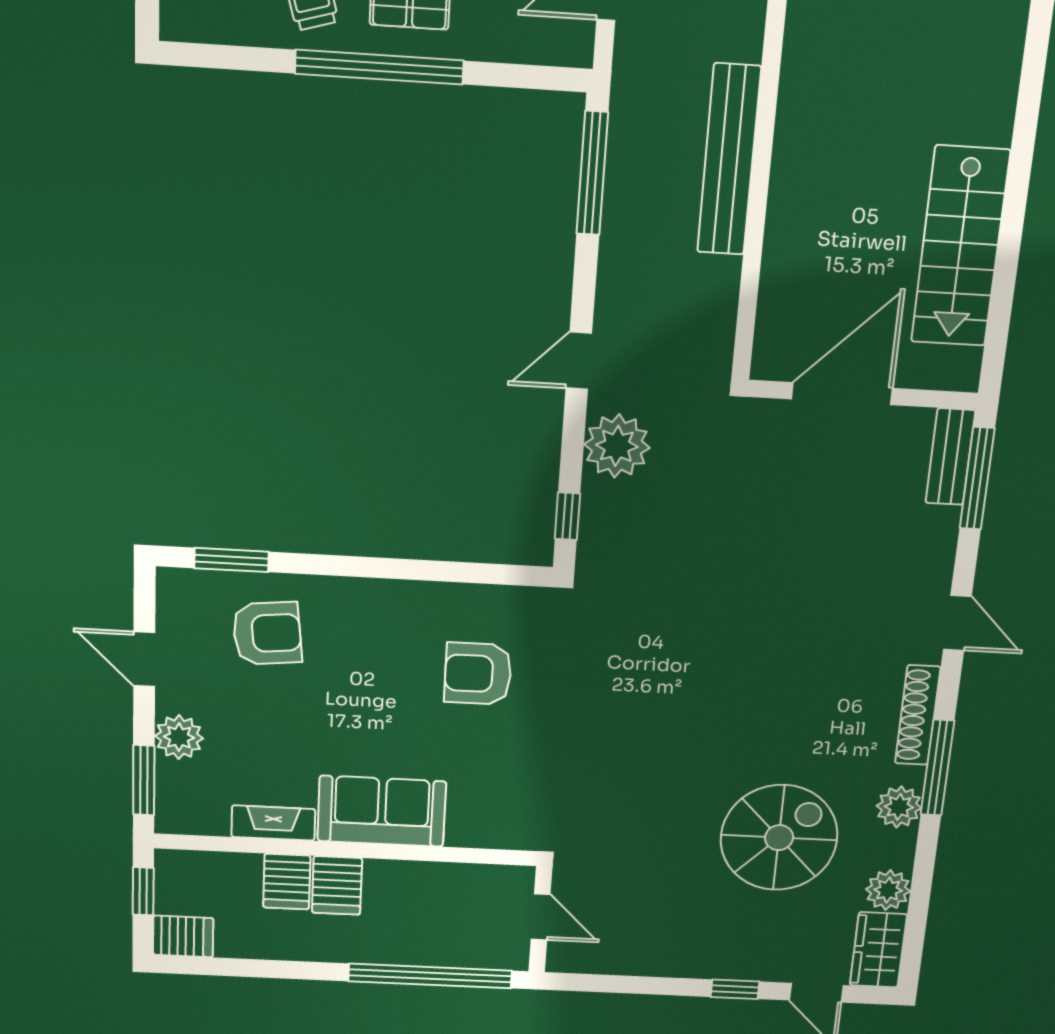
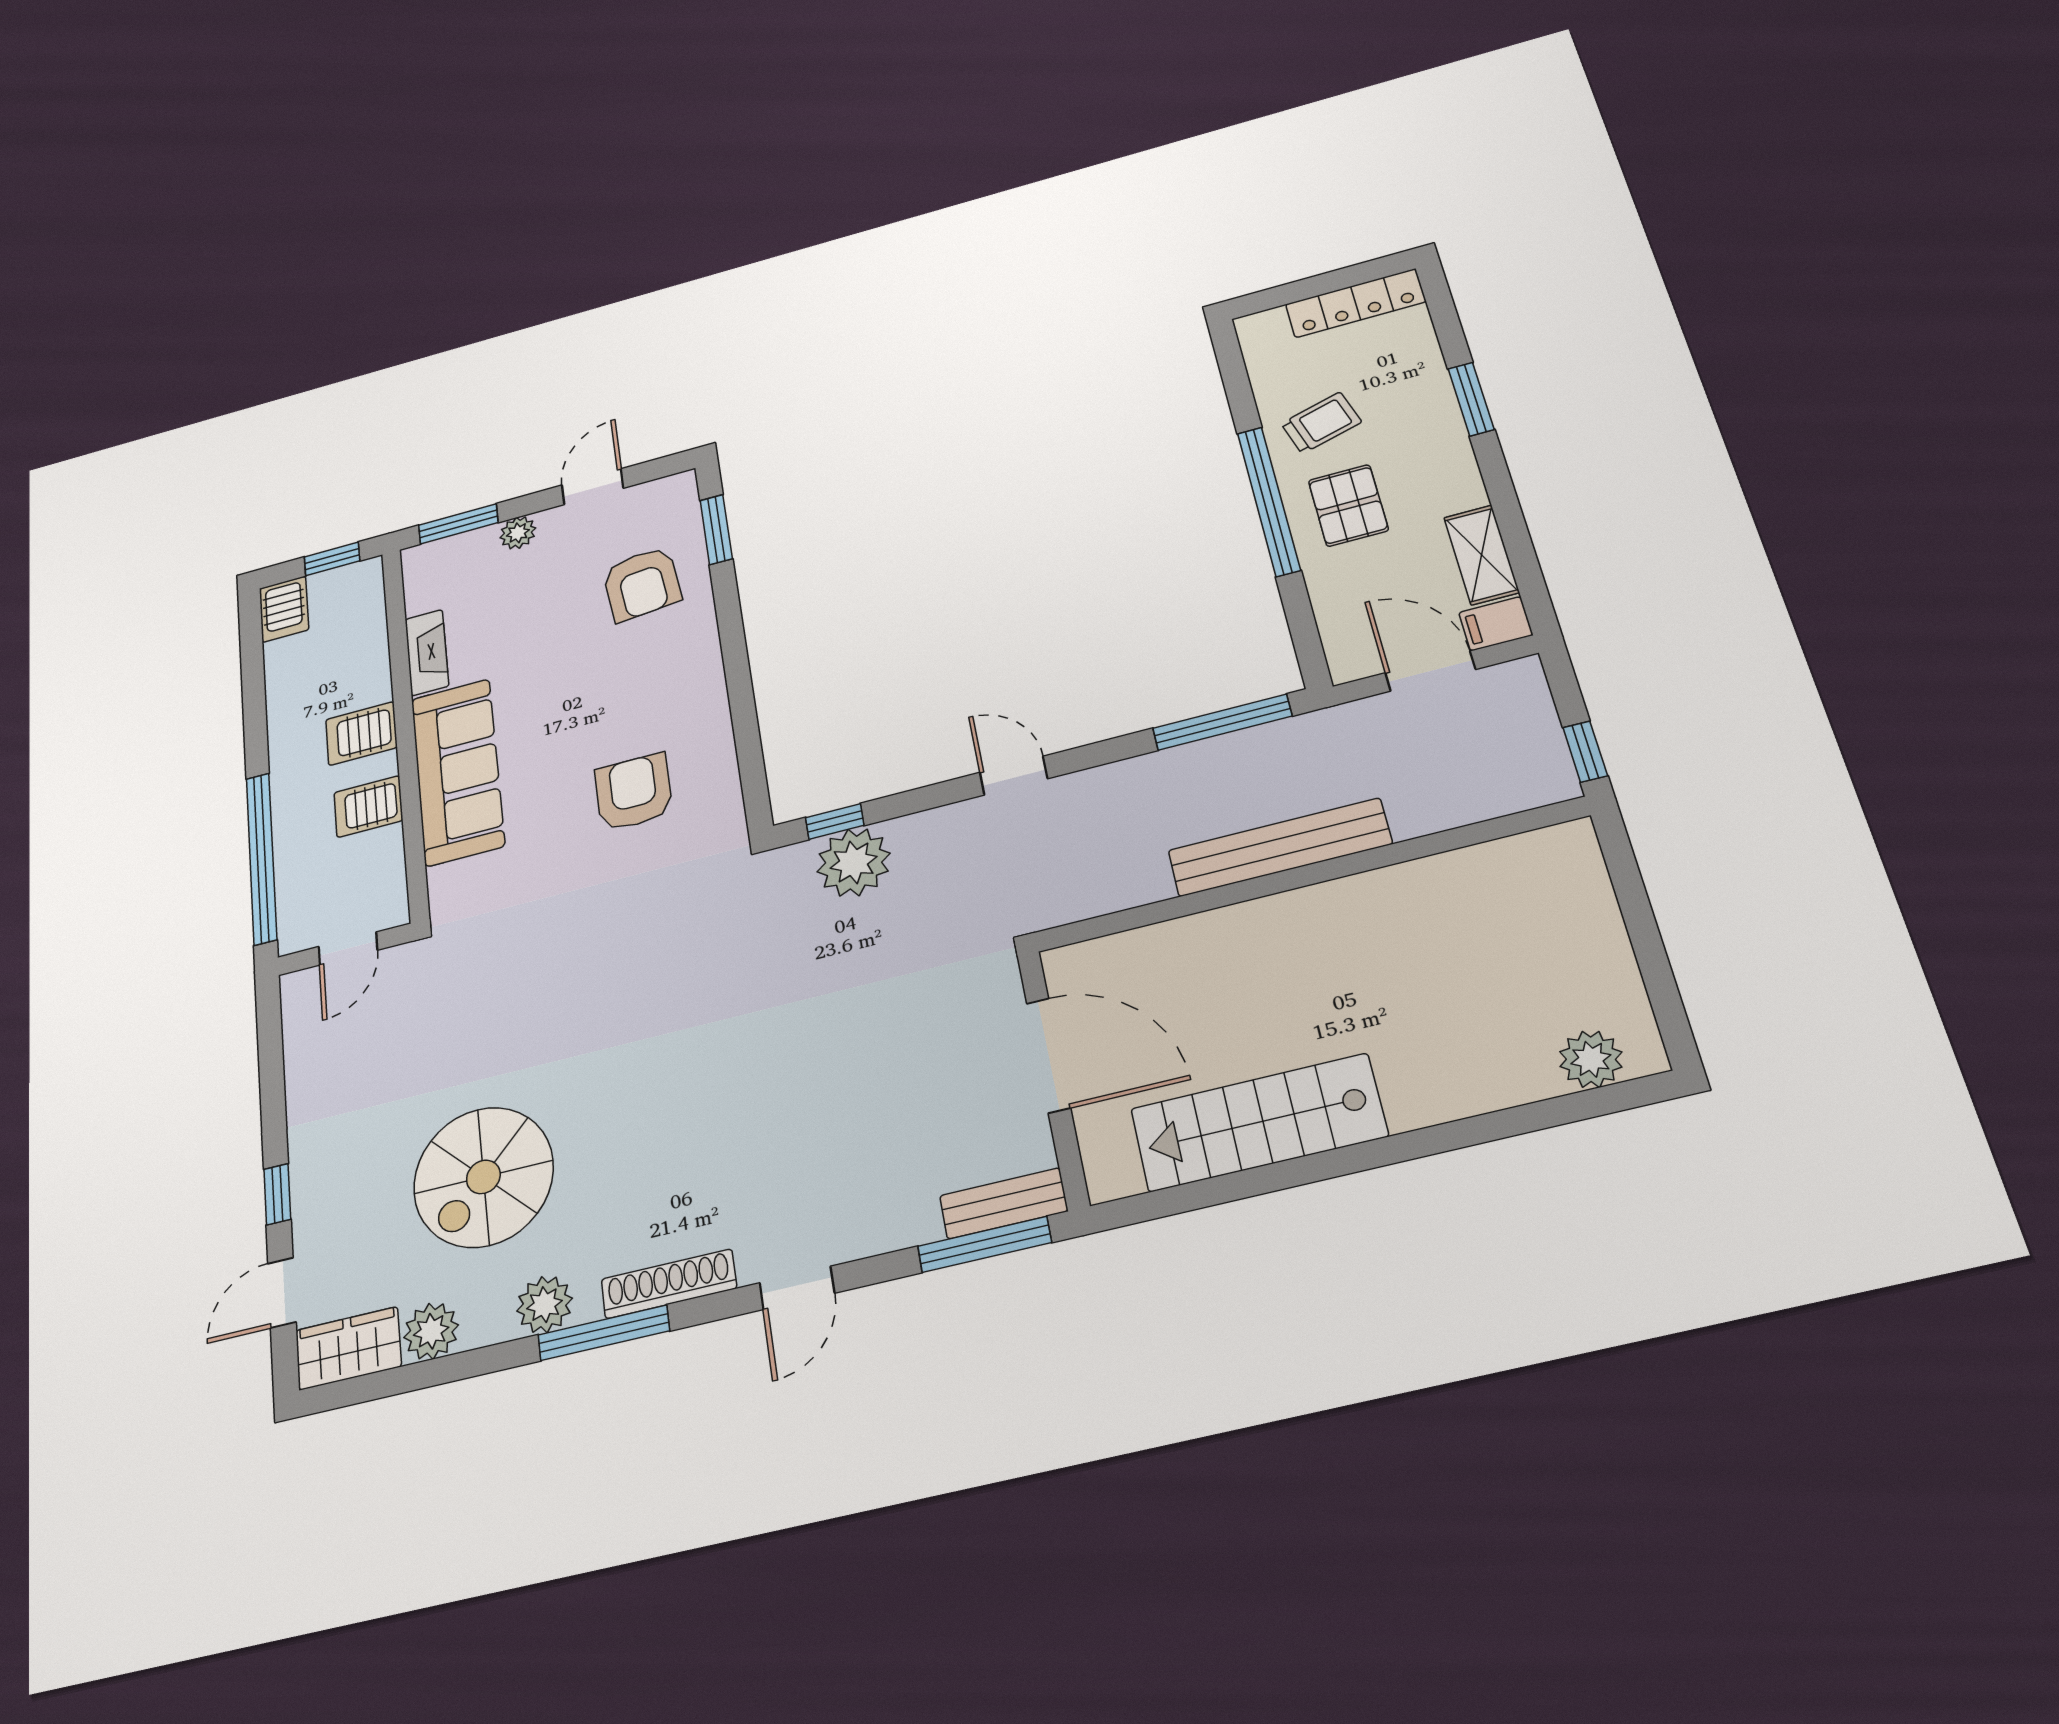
plant: (617, 446) -> (854, 862), moved
plant: (179, 737) -> (518, 533), width x0.73, depth x0.73
sofa: (382, 811) -> (458, 772), width x1.36
spiral stairs: (779, 838) -> (483, 1177), turned 90
server rack: (287, 882) -> (368, 807), moved

